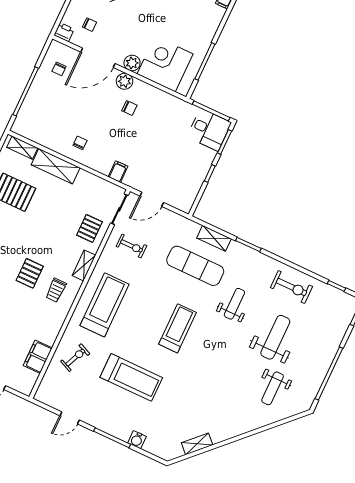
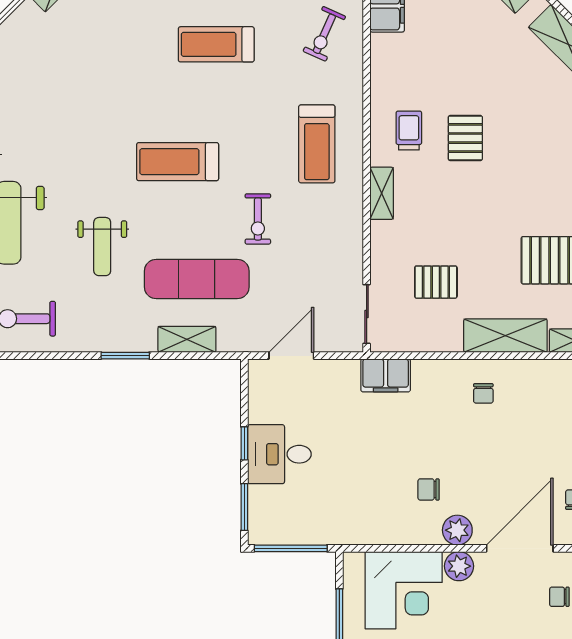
desk: (209, 130) -> (279, 454), moved
filing cabinet: (118, 172) -> (386, 375), width x2.00
door: (152, 199) -> (291, 356), moved
pallet: (89, 228) -> (436, 282), moved, turned 90
exercise bike: (132, 246) -> (258, 219), moved, turned -90
treadmill: (105, 305) -> (317, 144), width x0.73, depth x0.73
treadmill: (178, 328) -> (178, 162), turned 90
treadmill: (131, 377) -> (216, 44), width x0.73, depth x0.73

